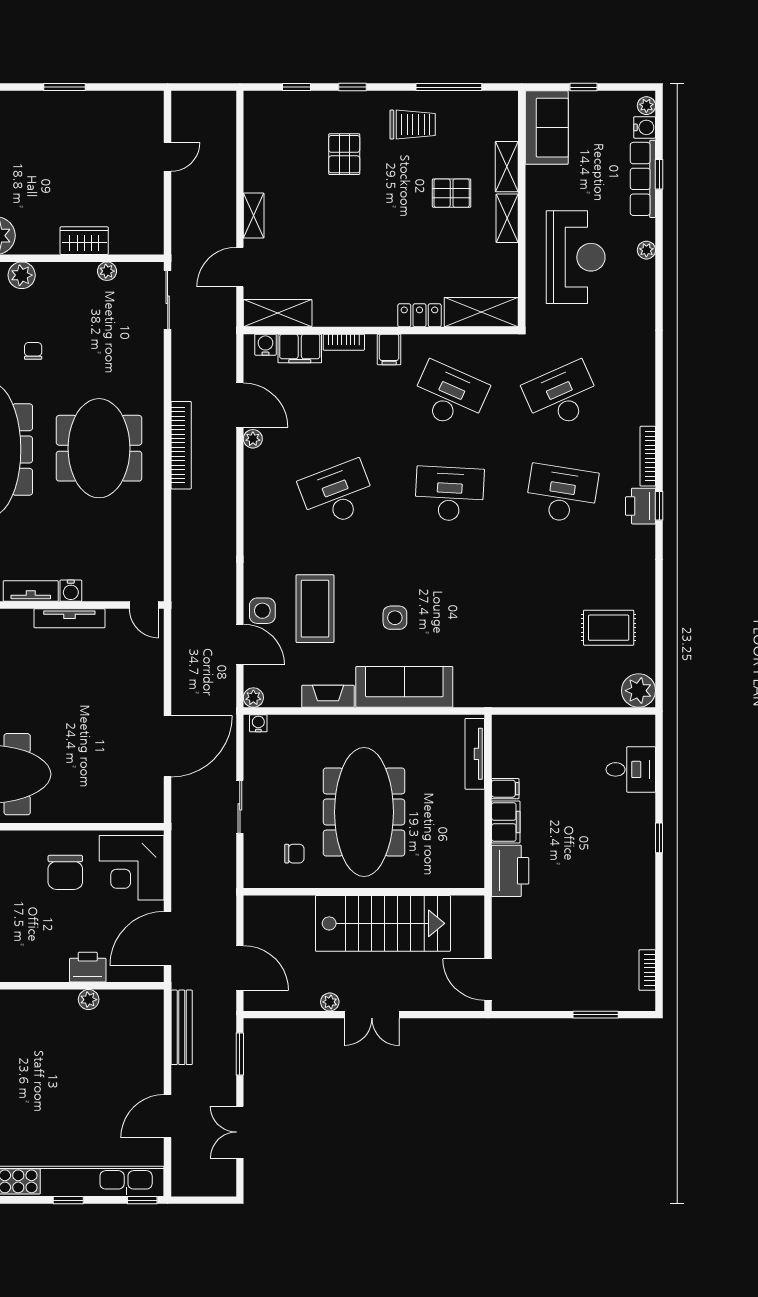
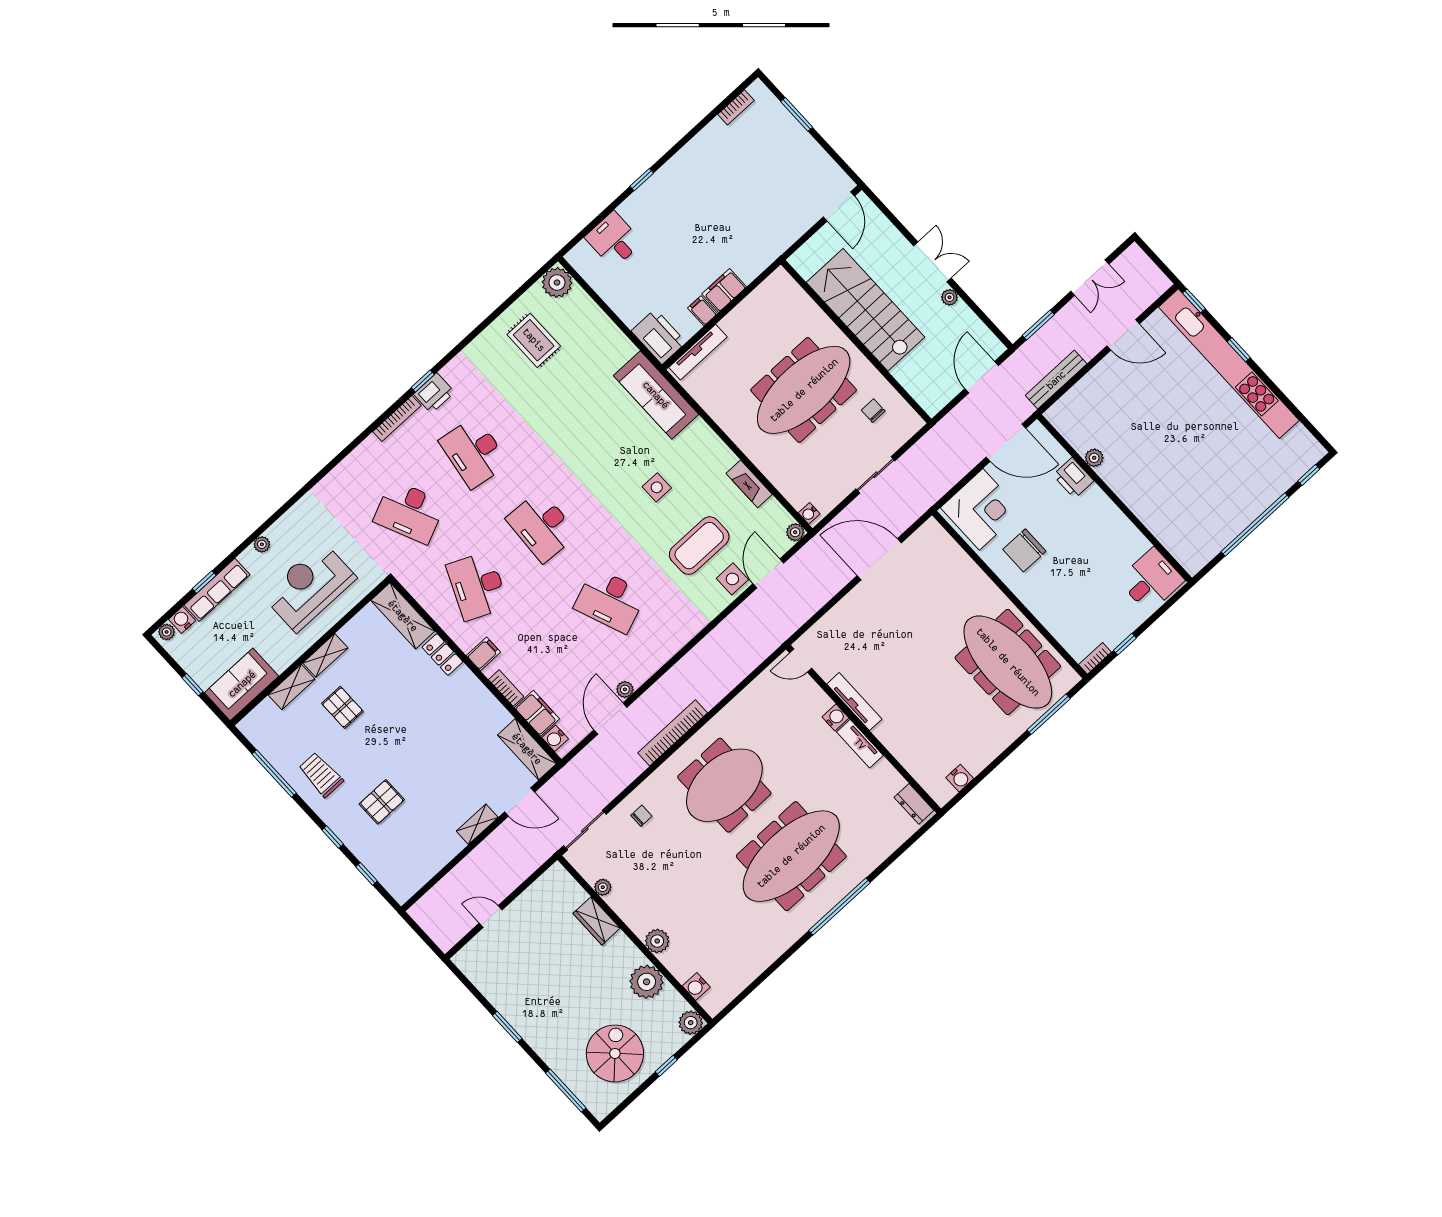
chair: (33, 351) -> (641, 816), moved, turned 180
door: (144, 605) -> (801, 661), swing flipped
sofa: (404, 687) -> (656, 395), moved
printer: (510, 871) -> (659, 337), moved, turned 90
chair: (65, 872) -> (1024, 550), turned 180

